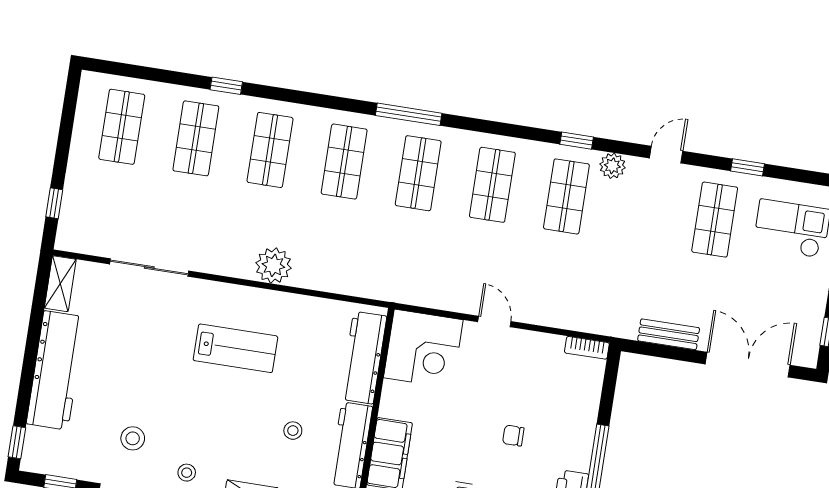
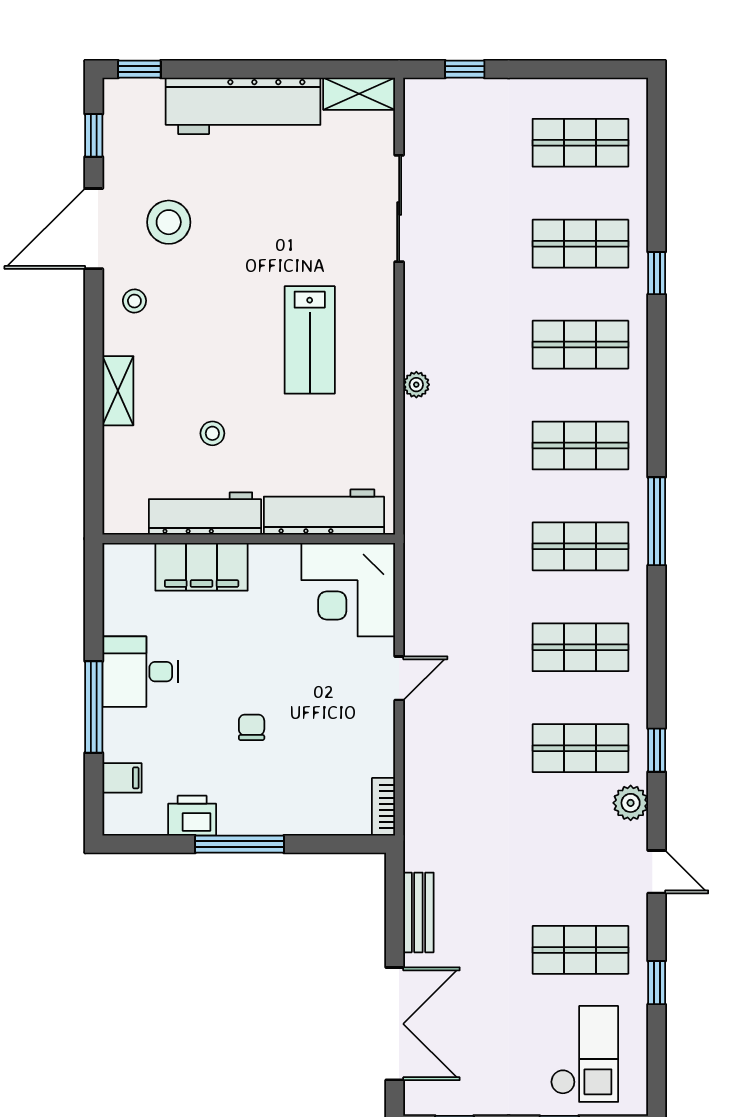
plant: (273, 265) -> (416, 385), width x0.53, depth x0.53
stool: (133, 438) -> (169, 222), width x1.38, depth x1.38

